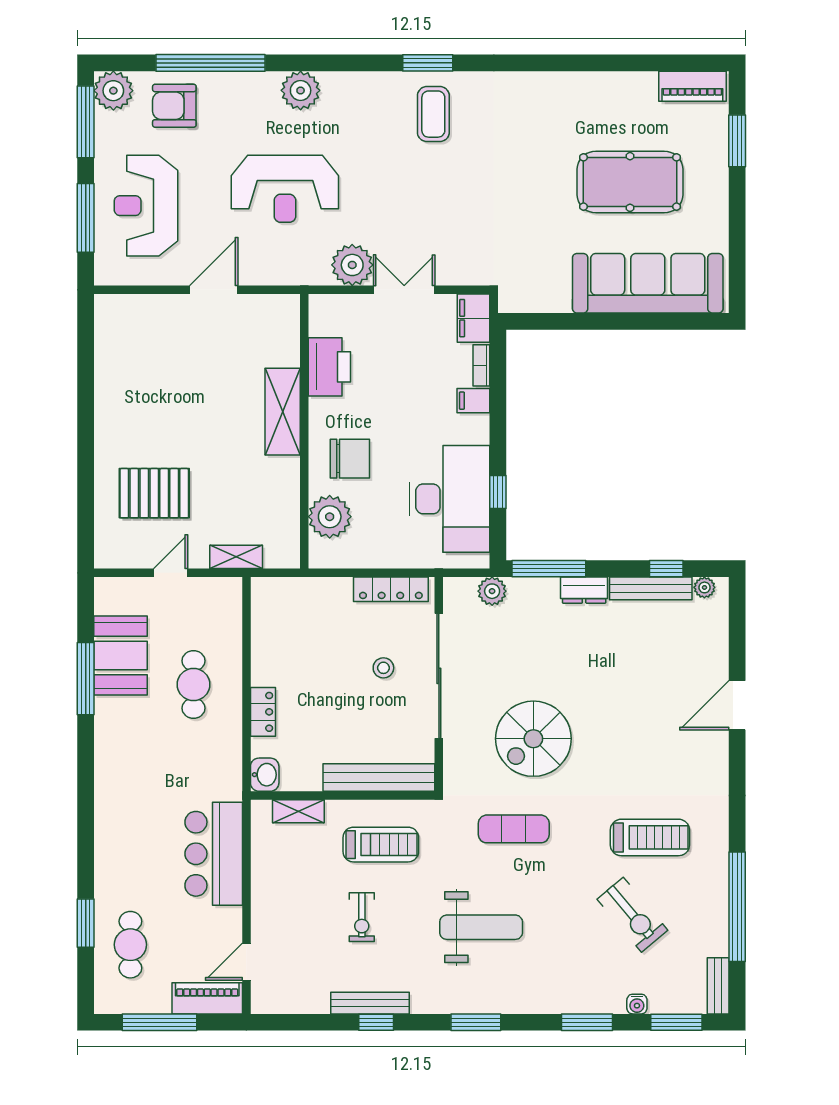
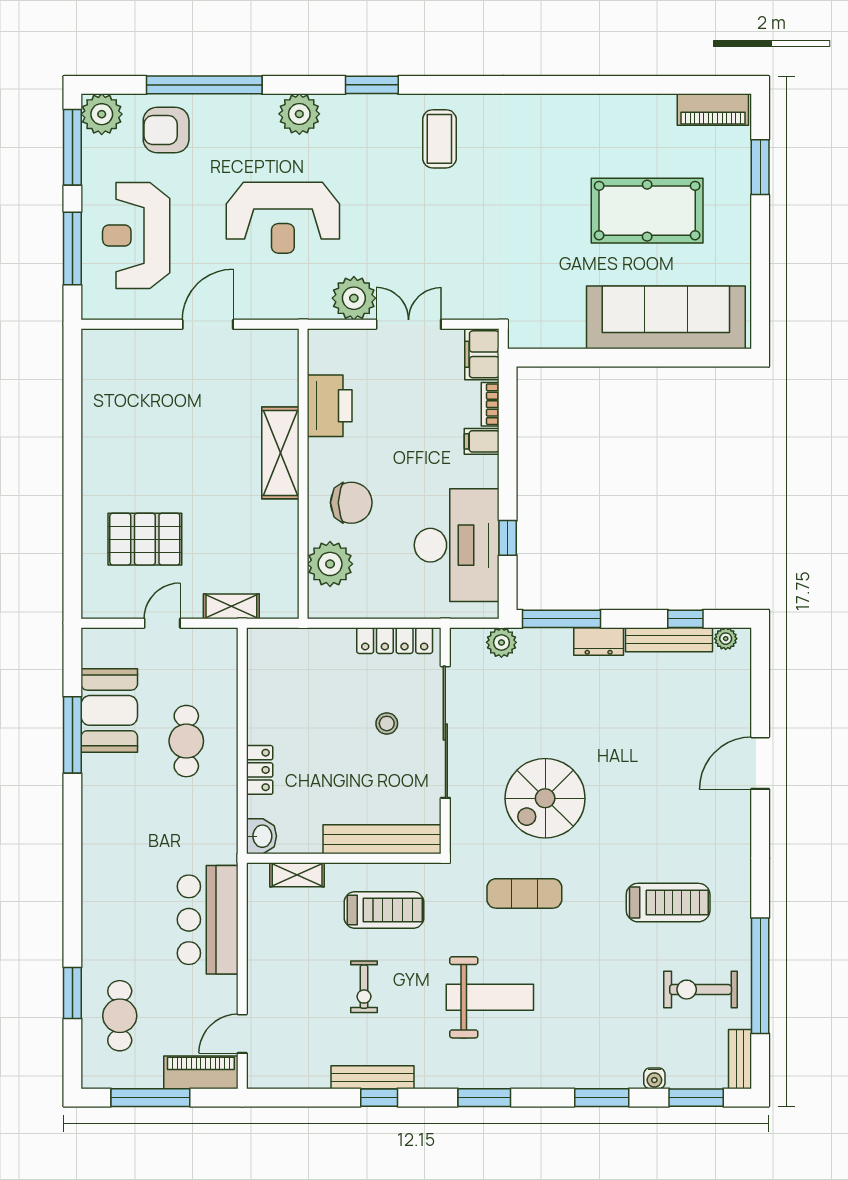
window: (428, 63) -> (372, 85), moved
exercise bike: (632, 915) -> (701, 990), moved, turned 130

